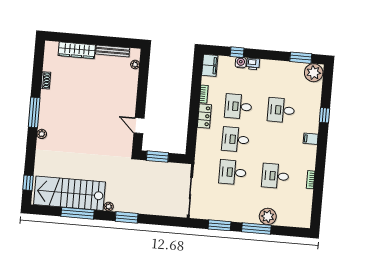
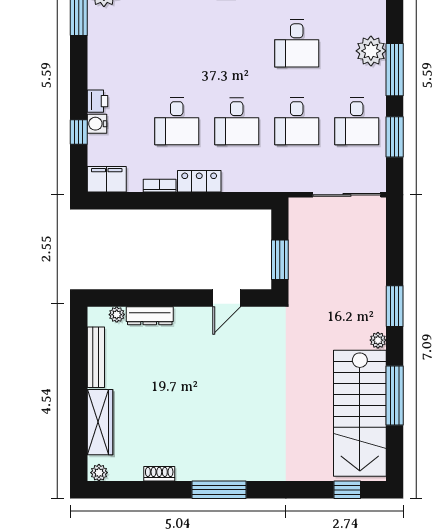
dresser: (133, 83) -> (150, 316), added
desk: (281, 110) -> (357, 121), moved
plant: (42, 134) -> (99, 473), moved

